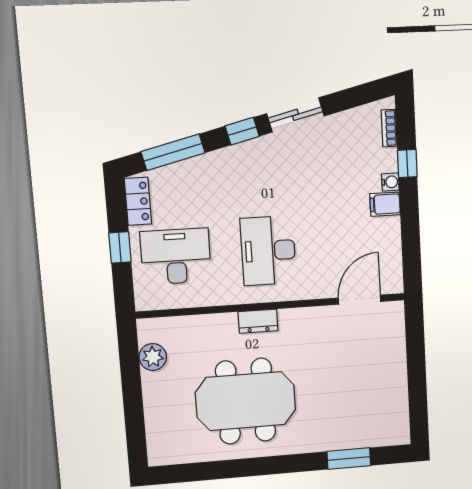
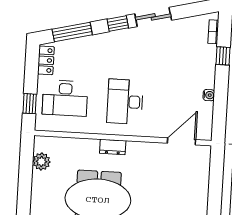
water cooler: (390, 182) -> (209, 95), moved
filing cabinet: (385, 204) -> (205, 81), removed
window: (120, 247) -> (30, 104), moved
desk: (176, 256) -> (65, 98), turned 180

